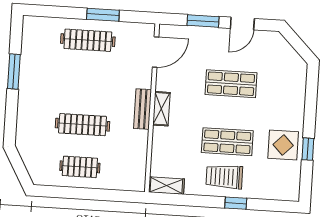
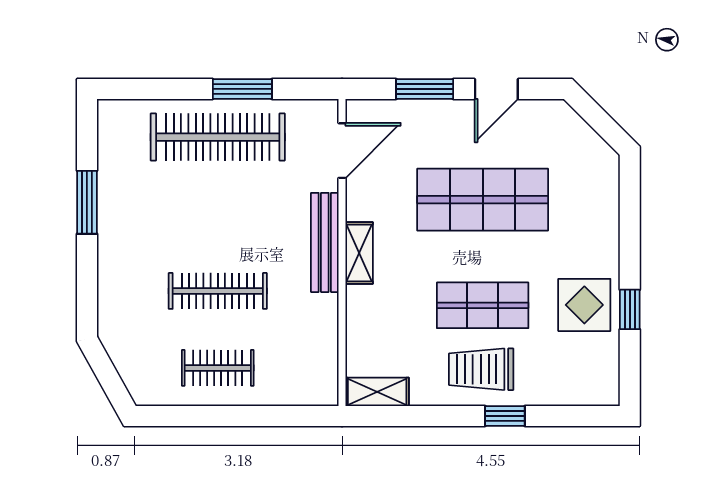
clothes rail: (88, 40) -> (218, 137), width x1.37, depth x1.31
shop shelf: (231, 84) -> (483, 200), width x1.43, depth x1.36
bench: (142, 109) -> (325, 242), width x1.36

